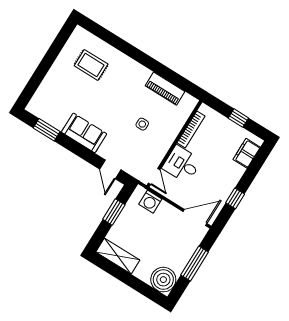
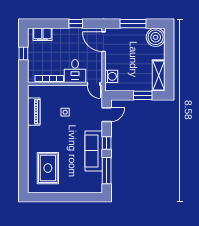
rug: (91, 65) -> (48, 168), width x1.36, depth x1.43
window: (47, 130) -> (107, 171), width x1.44
sofa: (84, 133) -> (94, 151), width x1.36
window: (78, 149) -> (107, 143), added
door: (154, 176) -> (94, 84), swing flipped
window: (114, 212) -> (143, 95), moved

